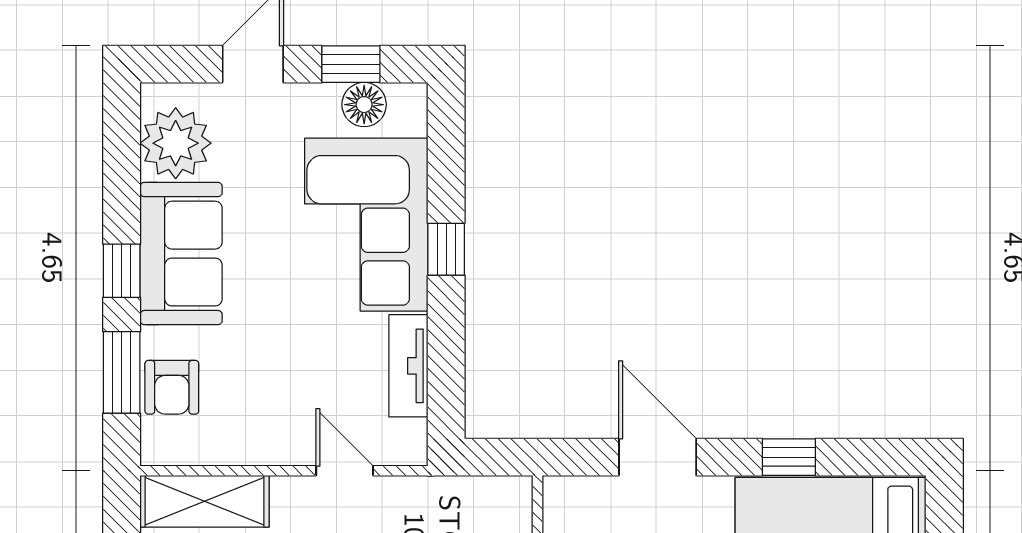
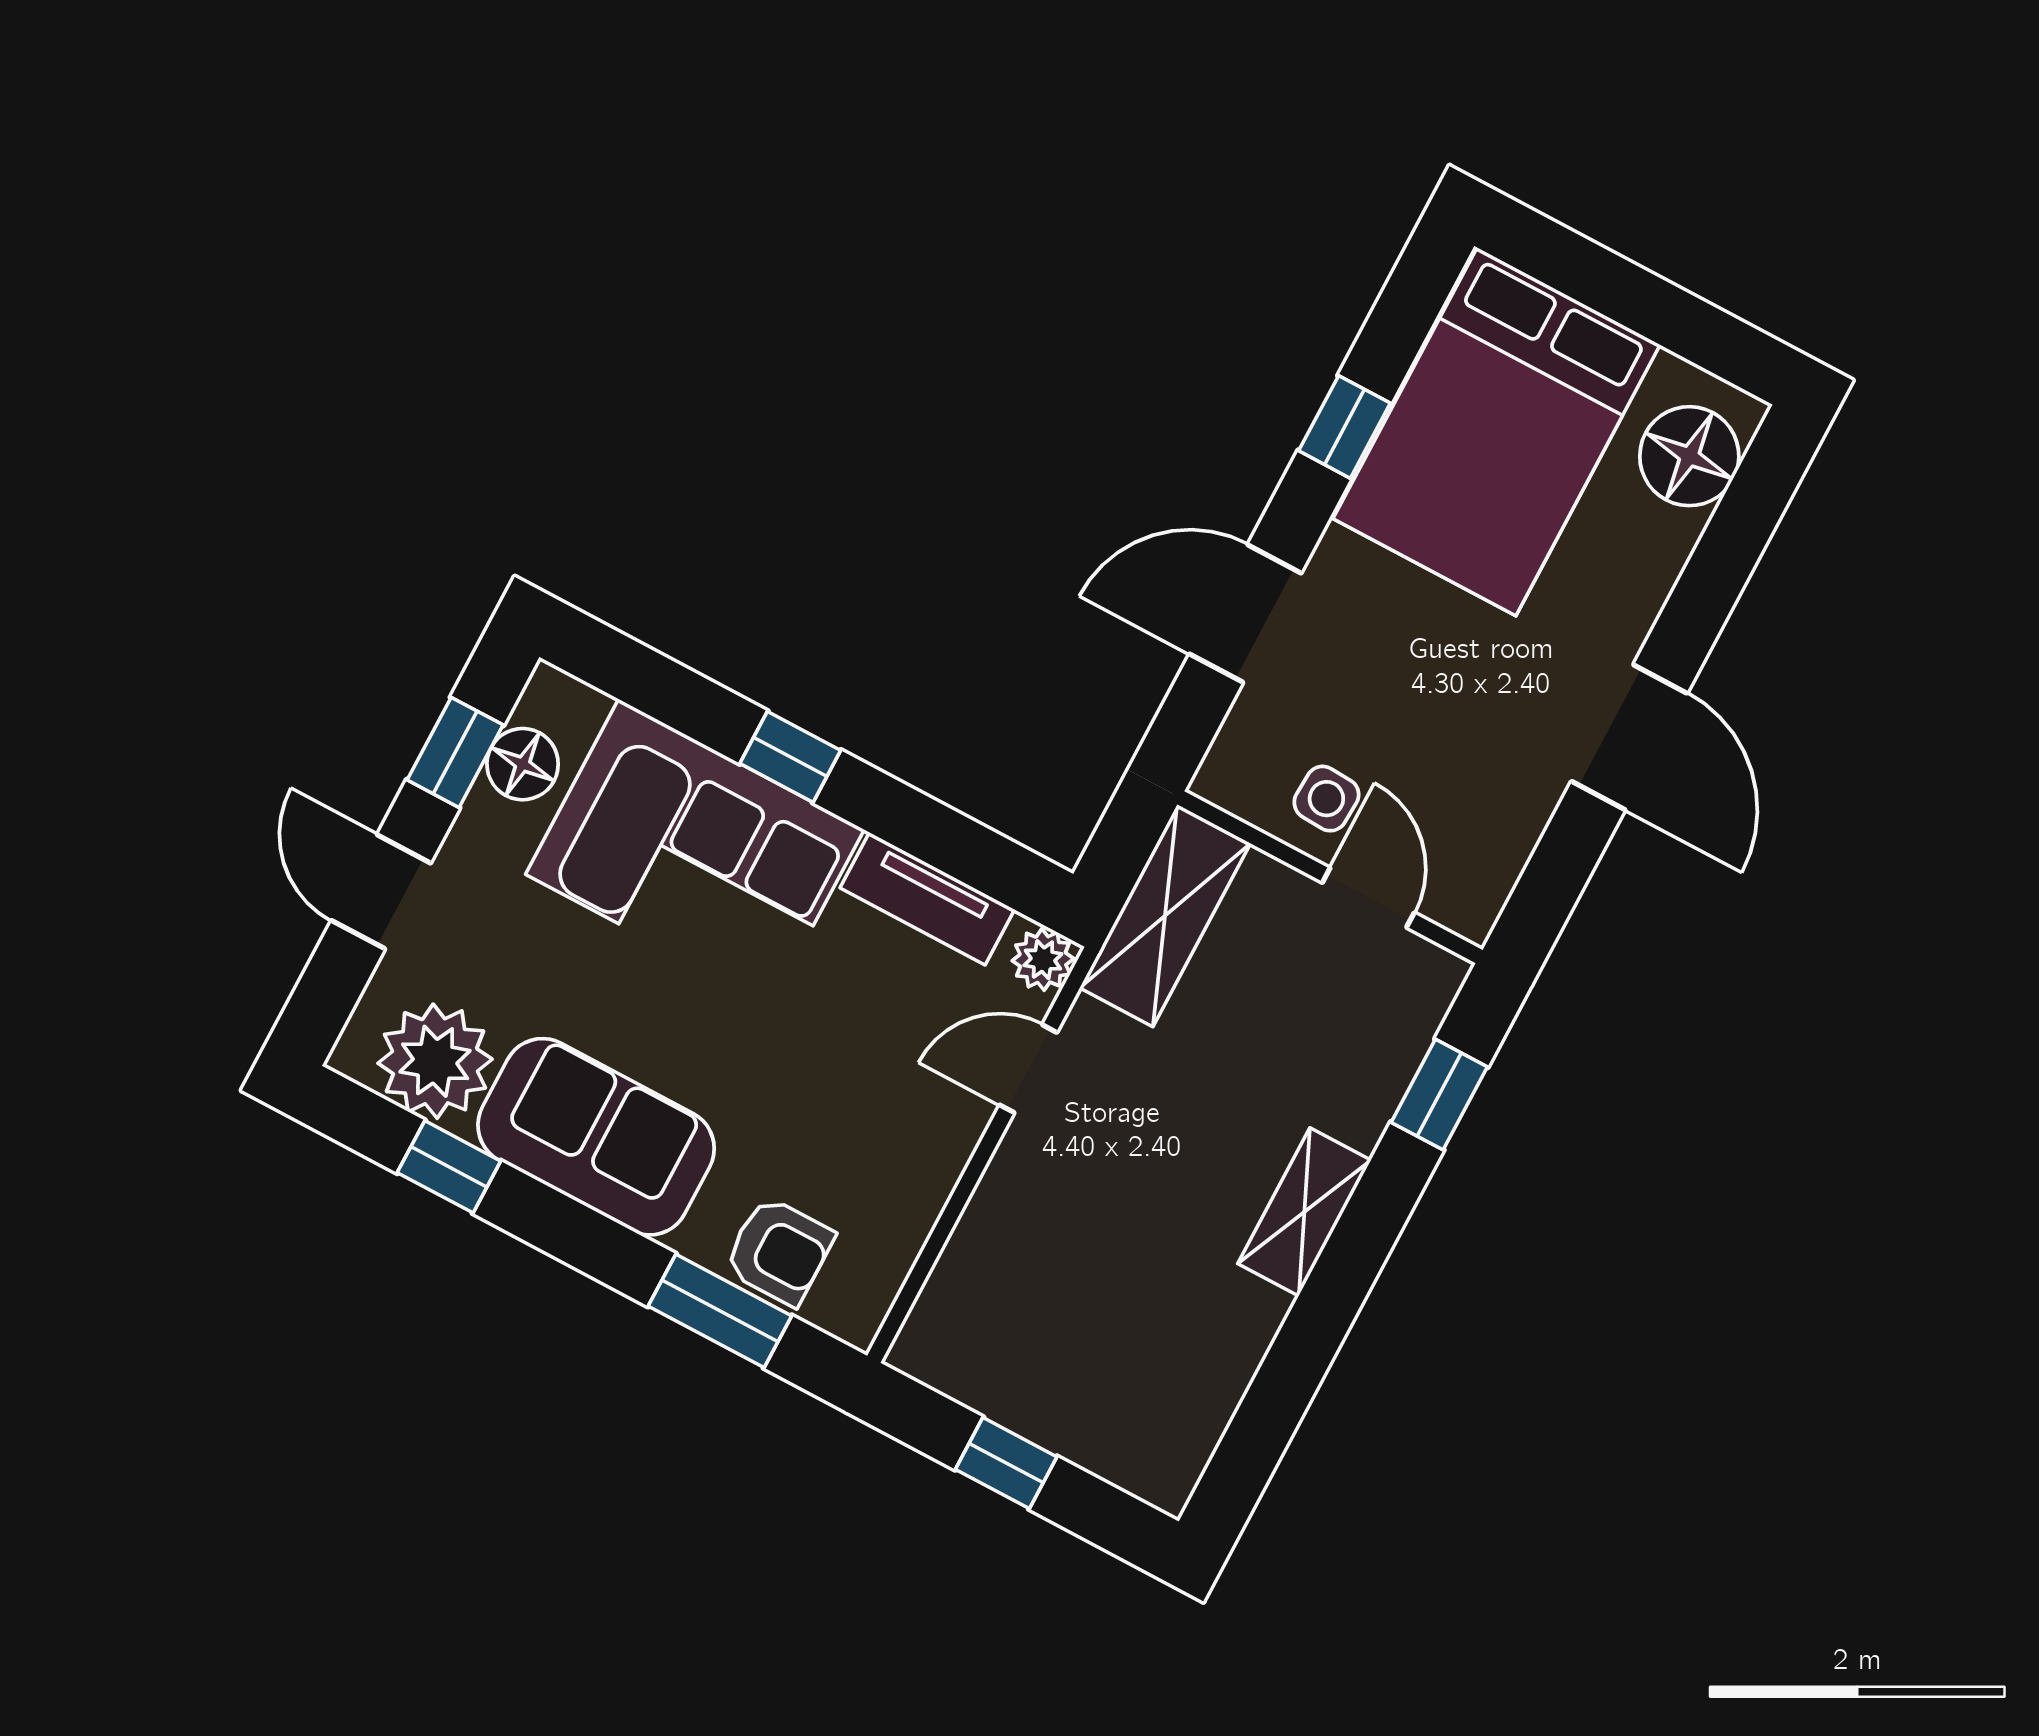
window: (122, 271) -> (449, 1167), moved
plant: (409, 447) -> (1043, 960), added
shelving: (205, 501) -> (1165, 916), moved

